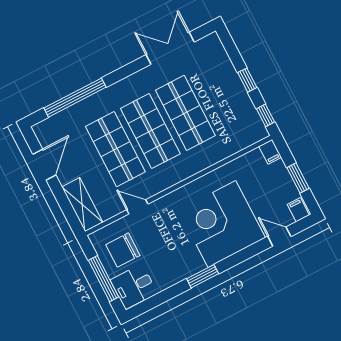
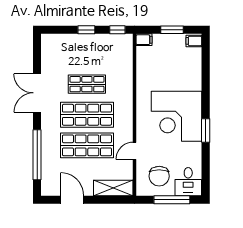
double door: (170, 48) -> (37, 93), moved
shop shelf: (185, 113) -> (87, 84), width x0.70, depth x0.74
corner desk: (222, 224) -> (177, 116), moved
door: (279, 236) -> (206, 64), removed

